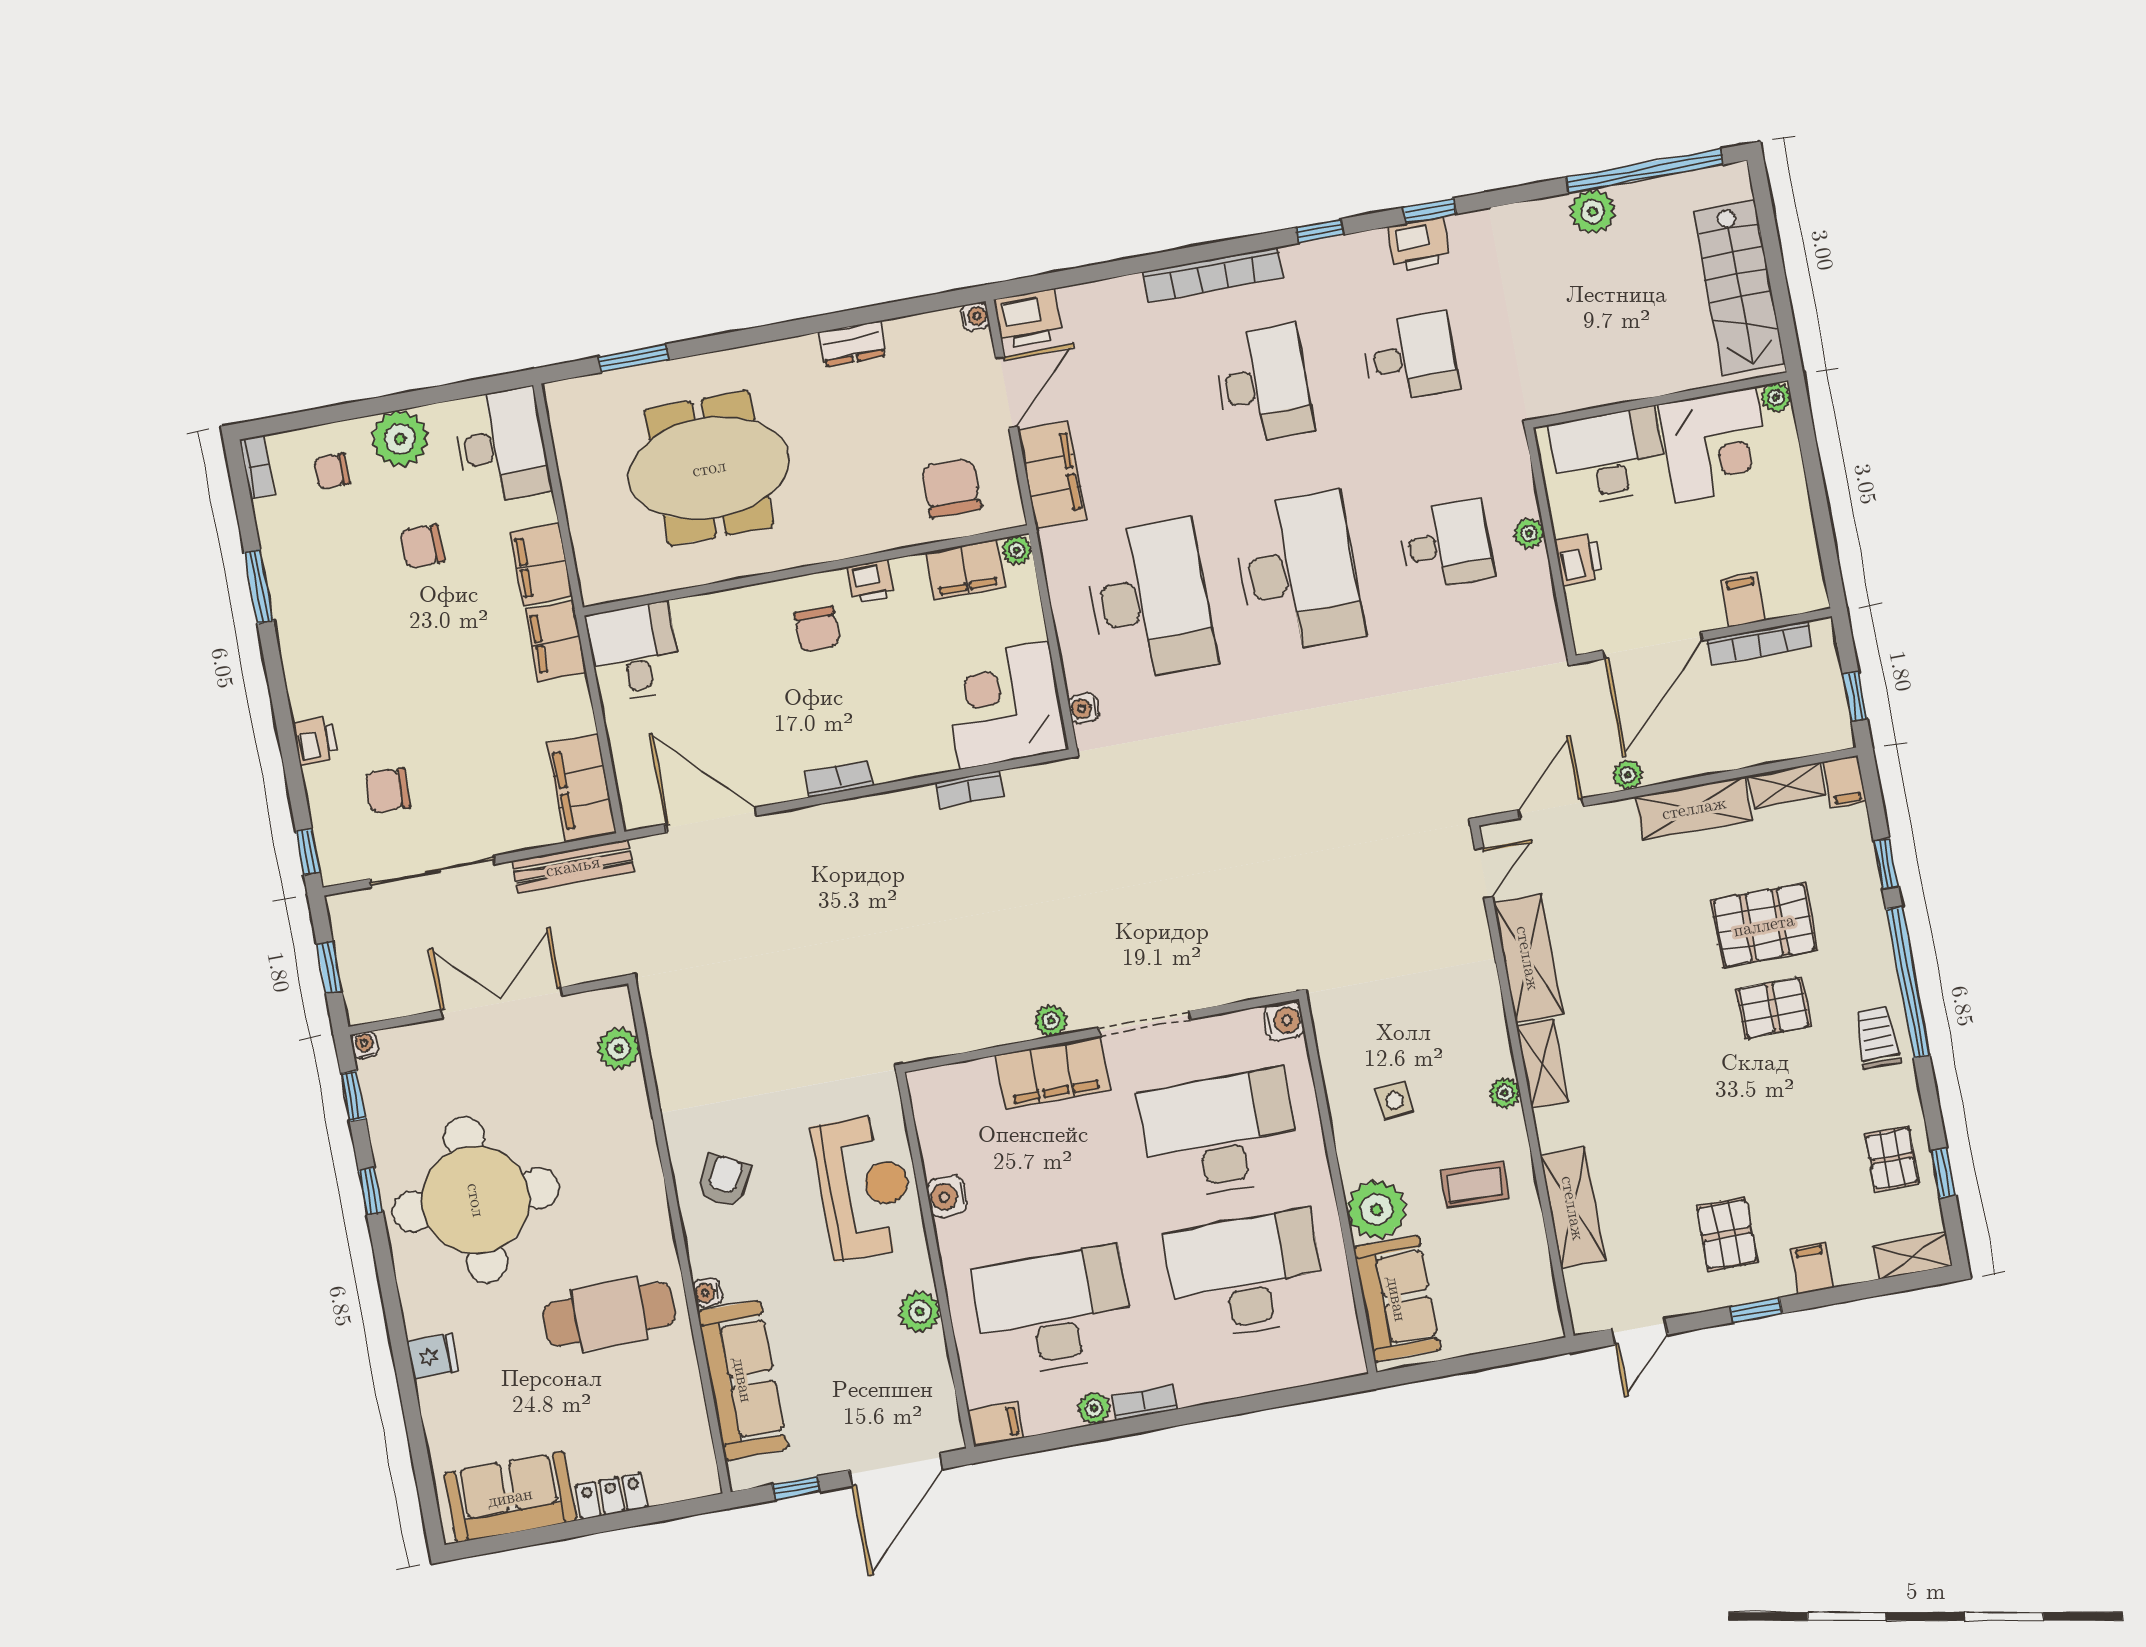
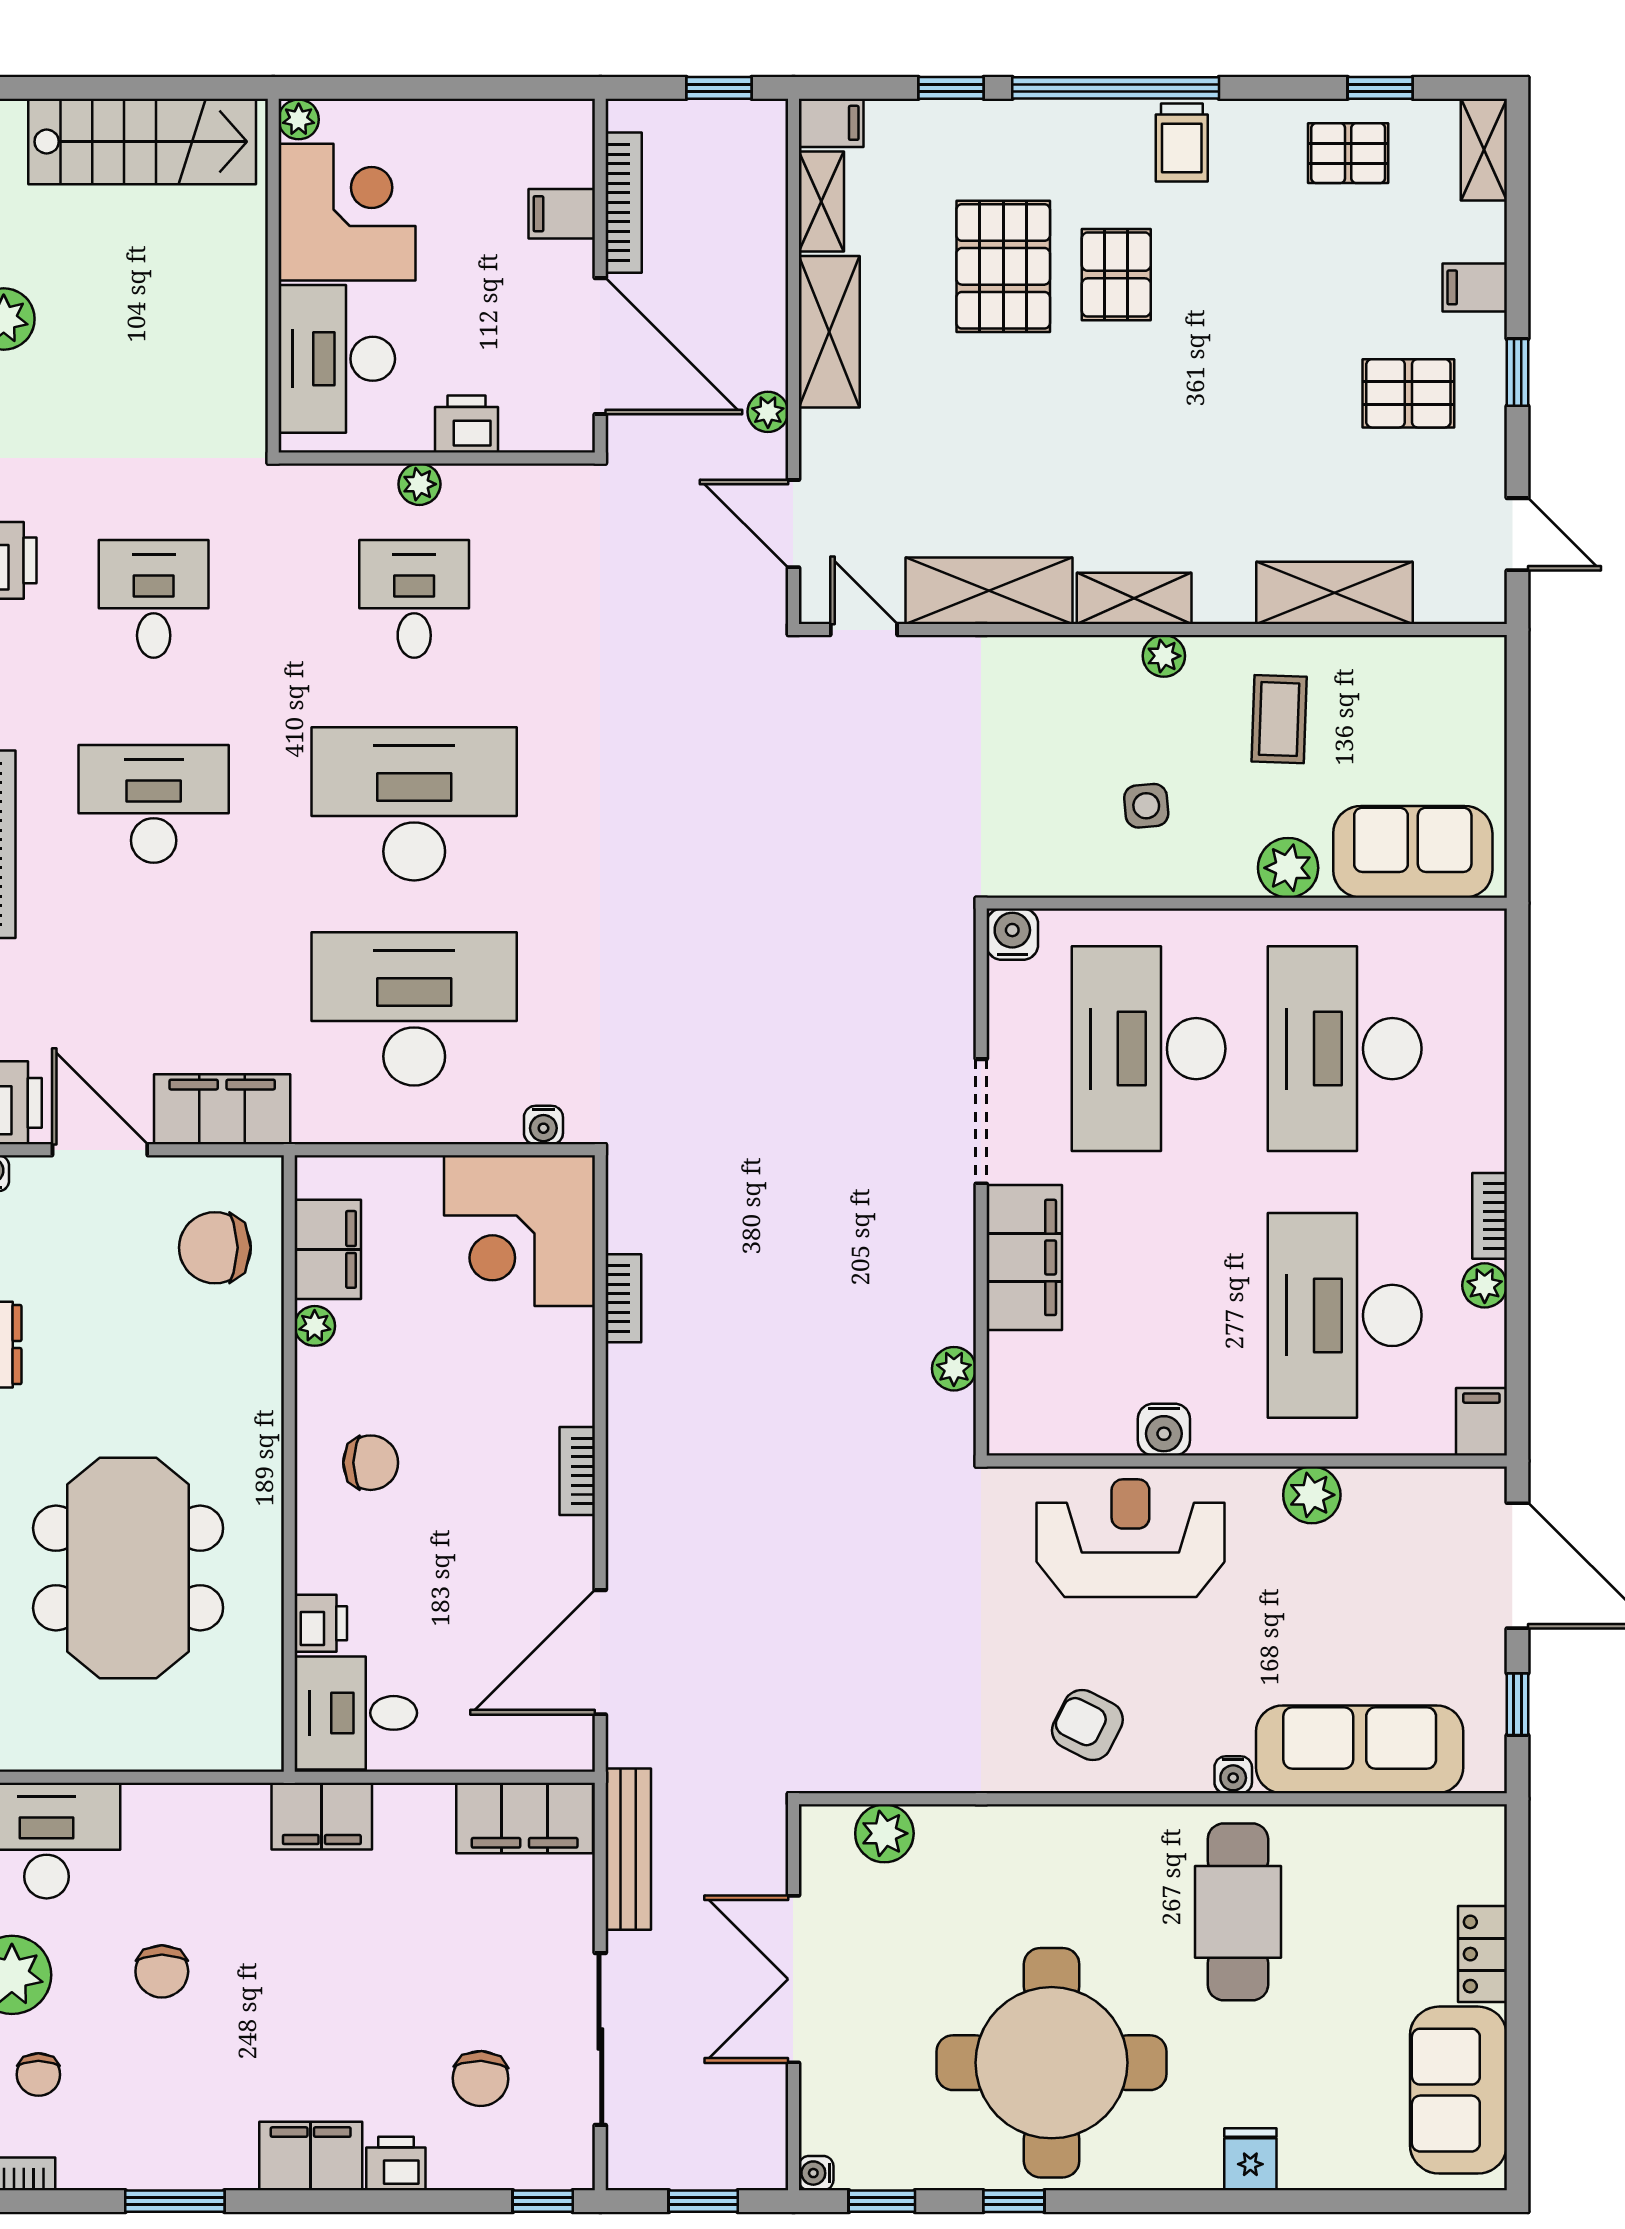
plant: (1017, 550) -> (315, 1326), moved
filing cabinet: (541, 565) -> (311, 2156), moved, turned 180
printer: (871, 582) -> (321, 1623), moved
plant: (1051, 1021) -> (954, 1369), moved
trolley: (1877, 1037) -> (1182, 143), turned -90
plant: (1377, 1209) -> (1288, 868), width x0.73, depth x0.73

